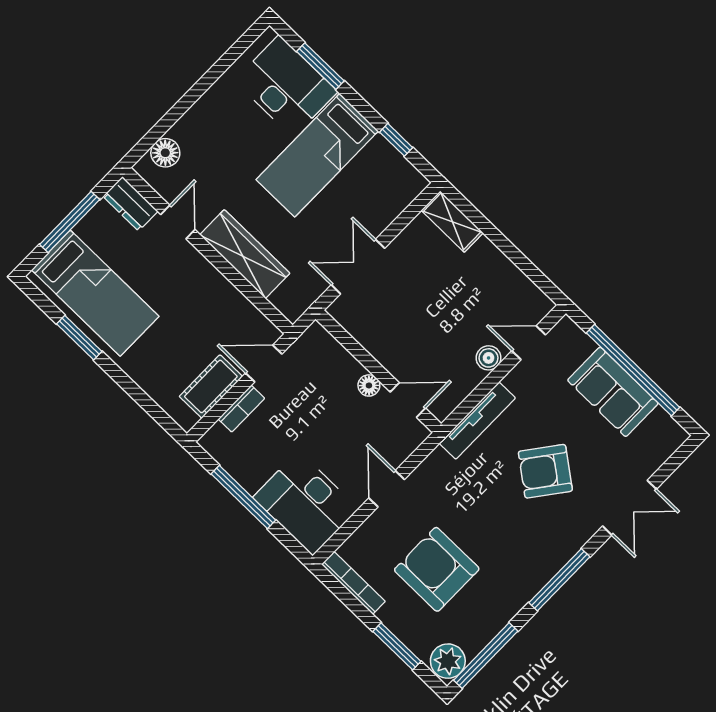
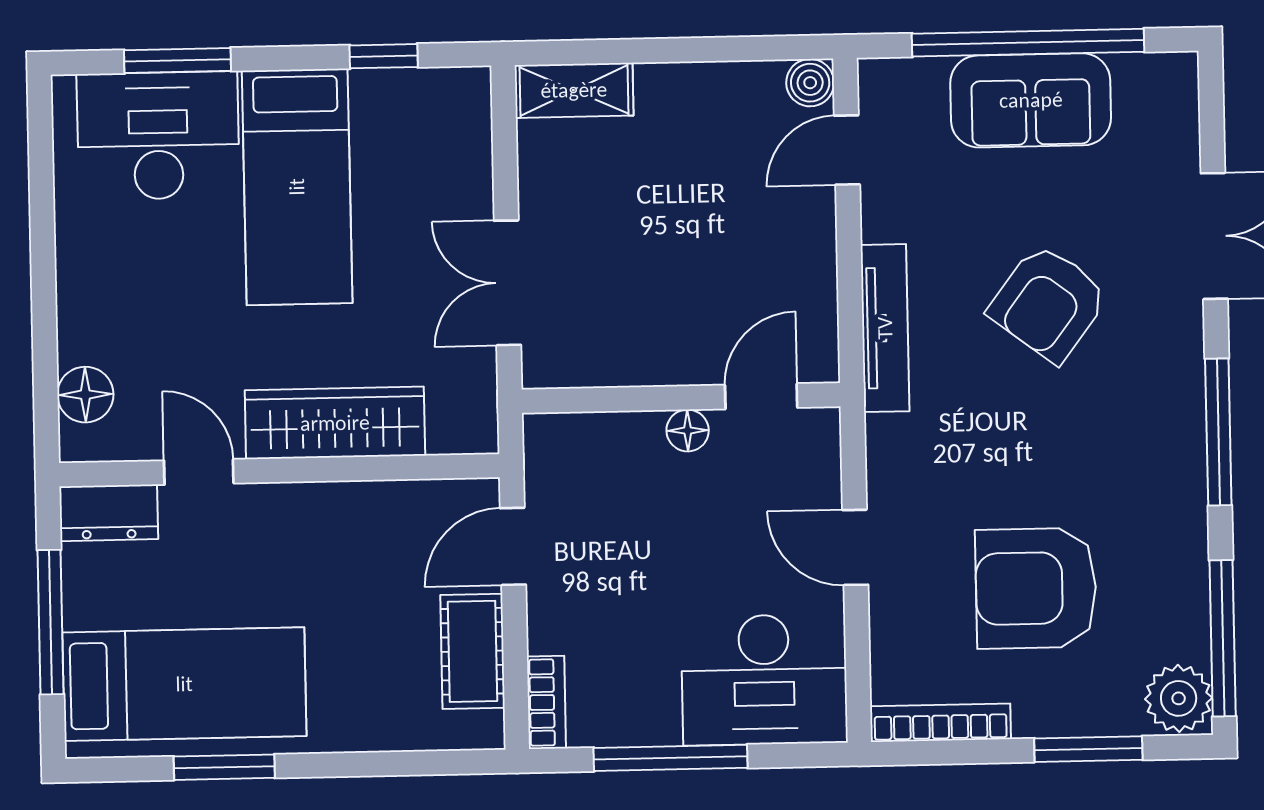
boiler: (489, 358) -> (810, 83), moved
bookcase: (241, 409) -> (546, 702), moved

